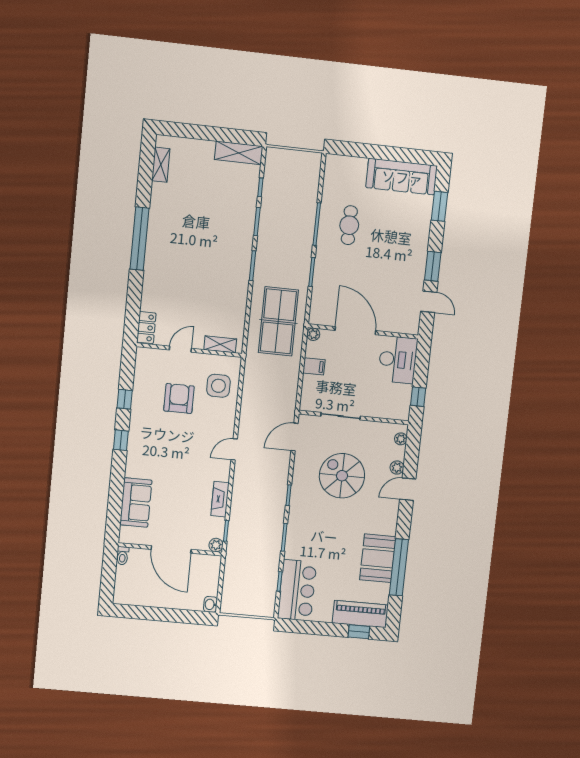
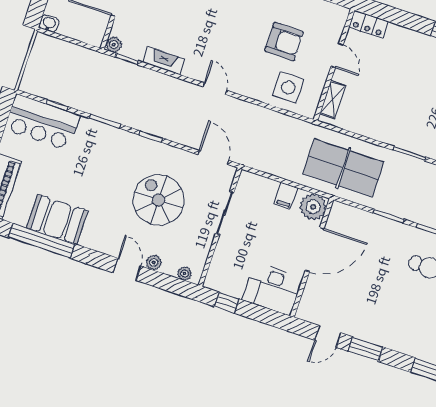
plant: (313, 334) -> (313, 207), width x1.87, depth x1.87
spiral stairs: (342, 476) -> (159, 200), turned -90

